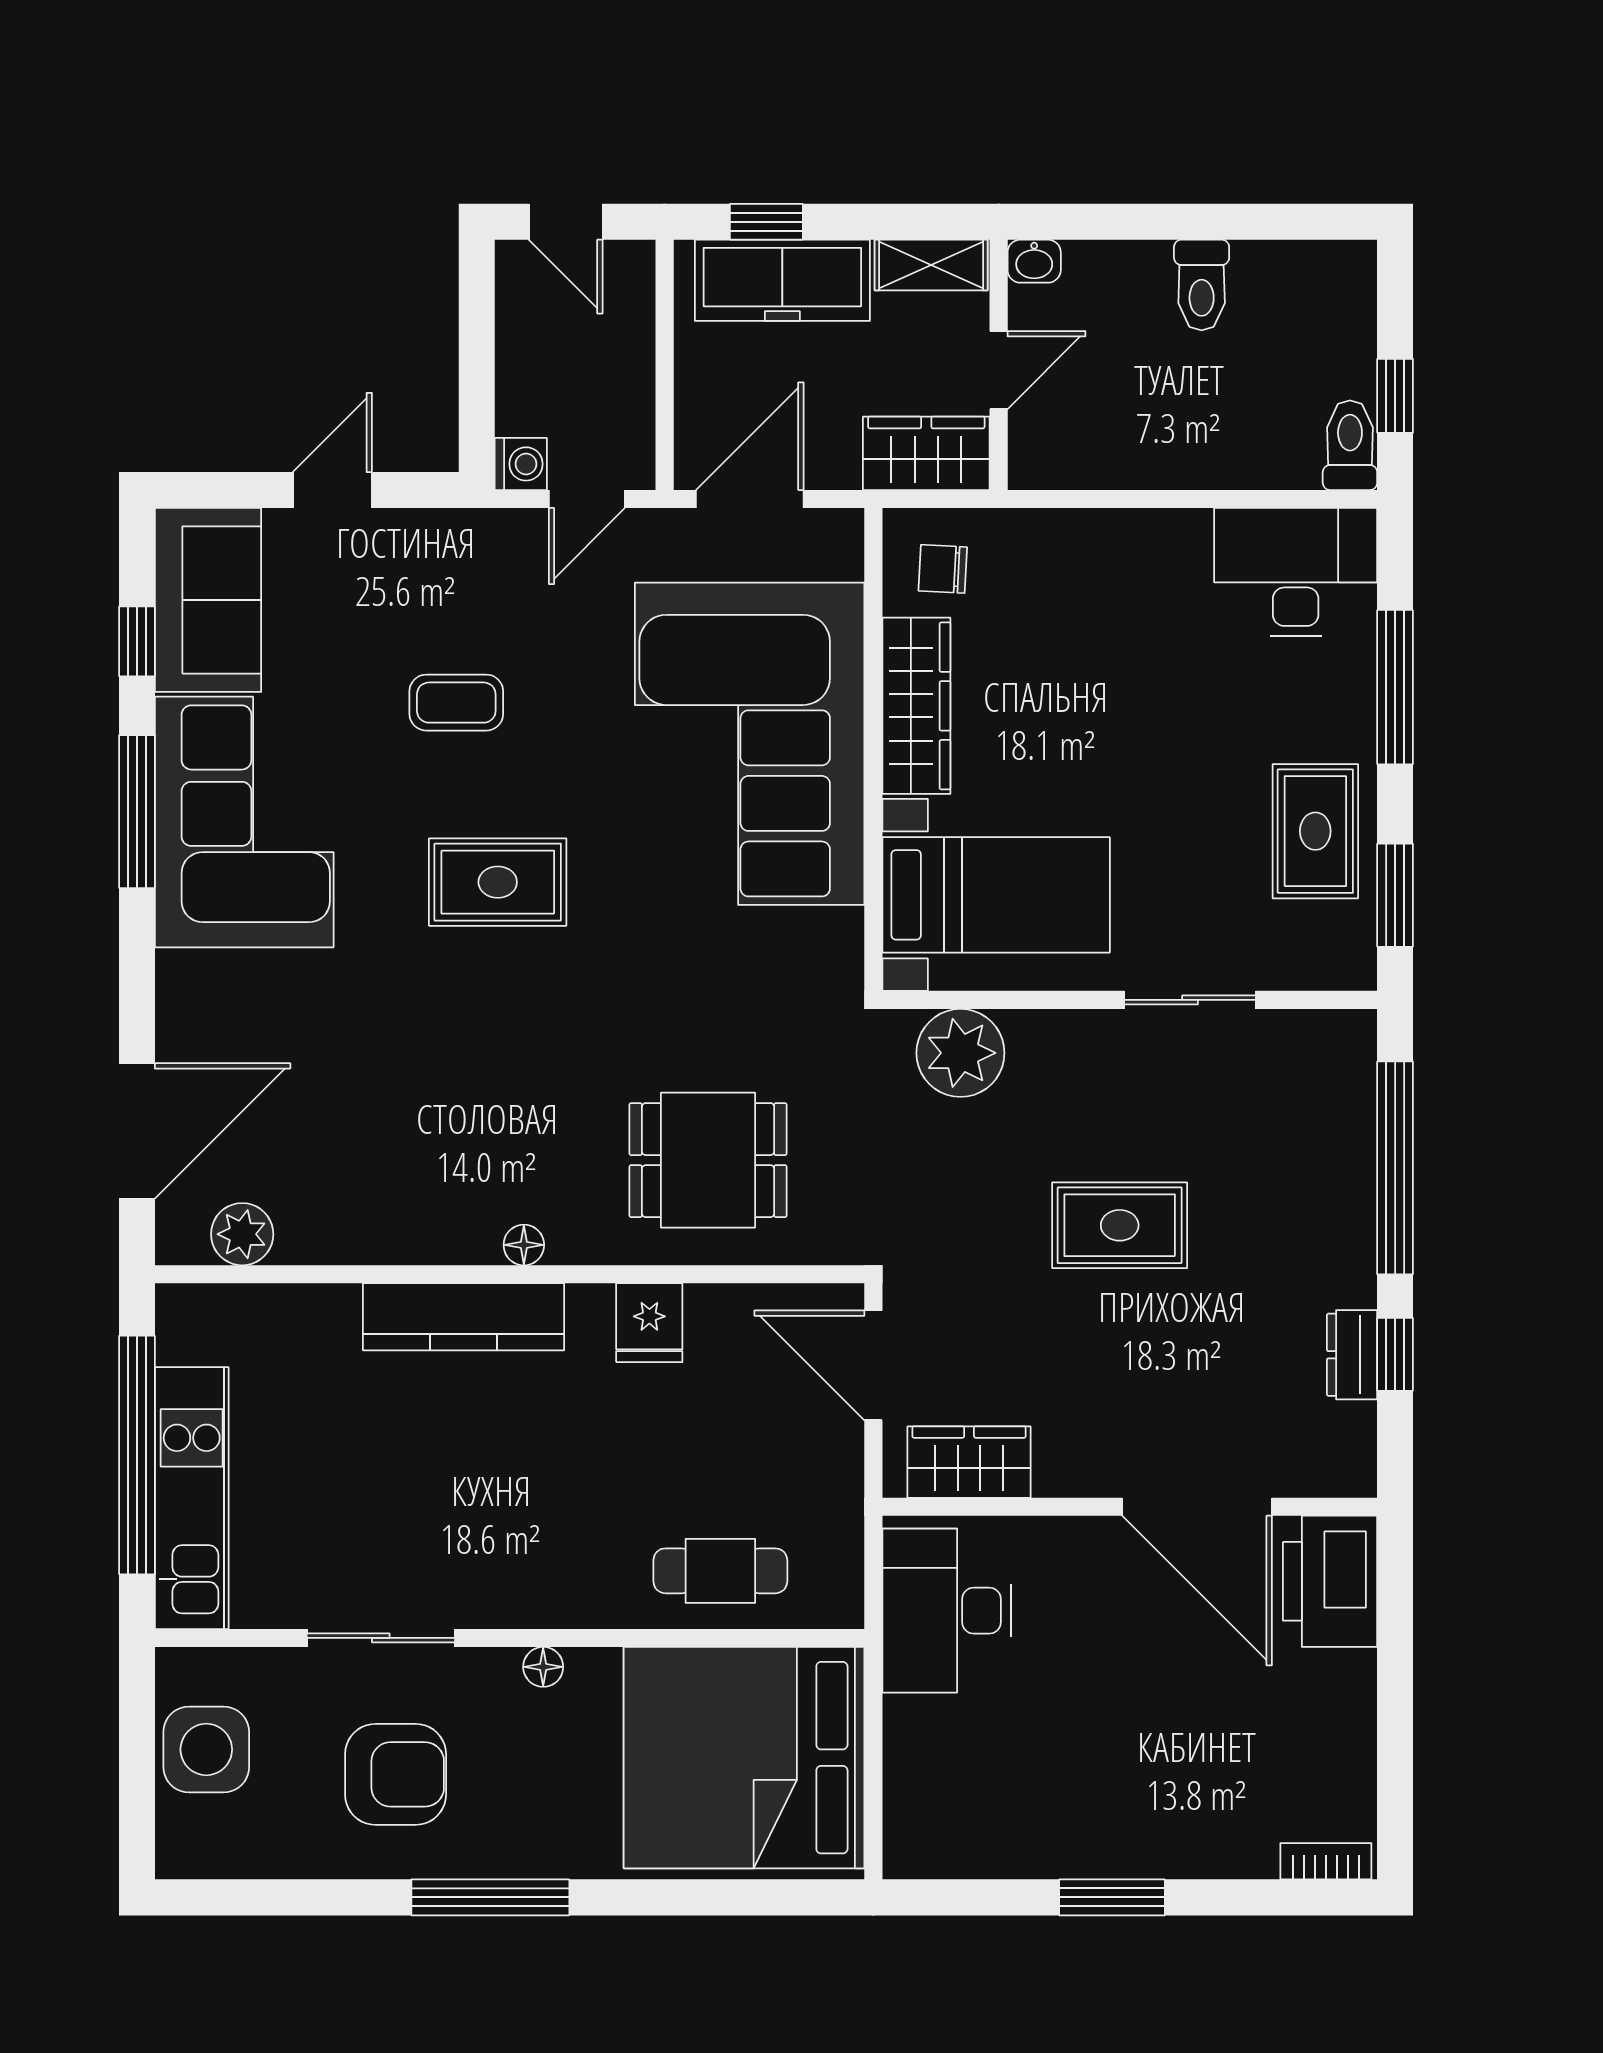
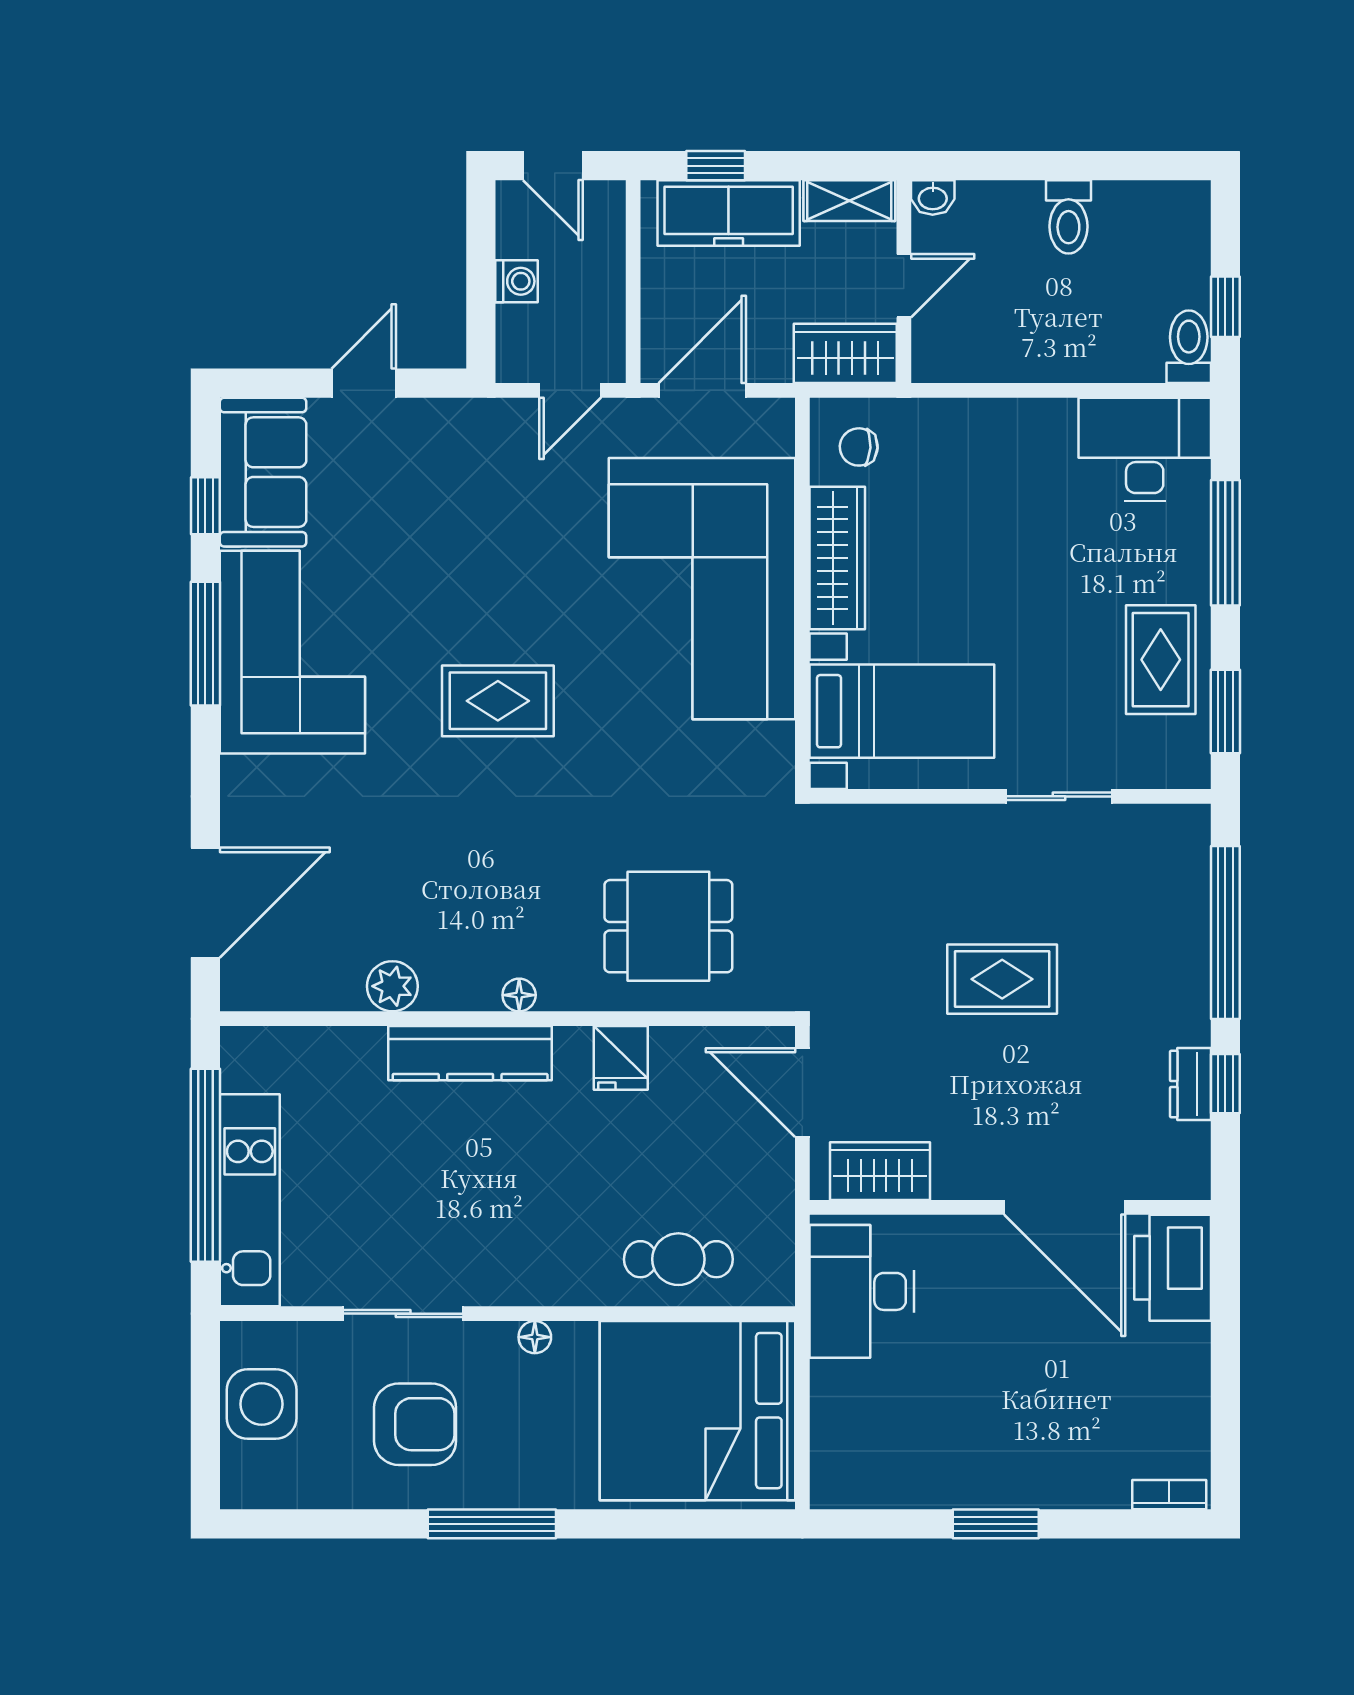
washing machine: (521, 464) -> (517, 281), moved
coffee table: (456, 703) -> (464, 555), removed
plant: (960, 1053) -> (873, 839), removed
plant: (242, 1234) -> (392, 986), moved

